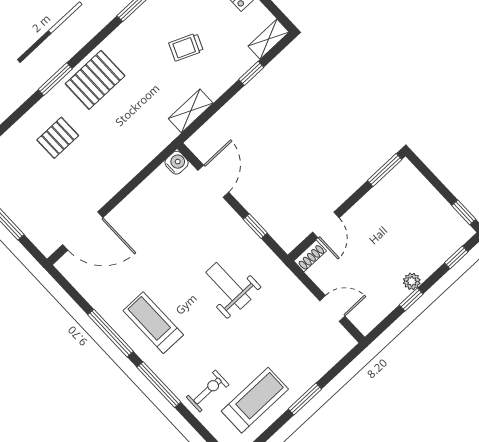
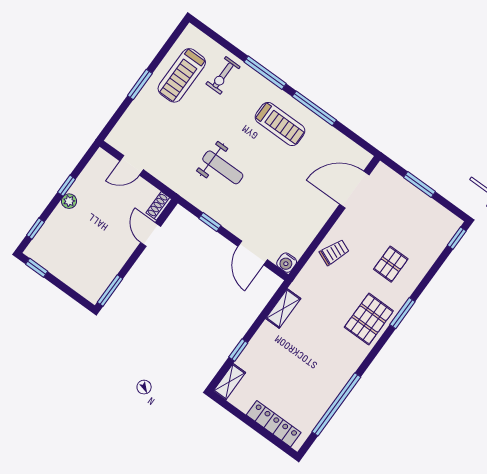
trolley: (186, 47) -> (334, 252), moved

